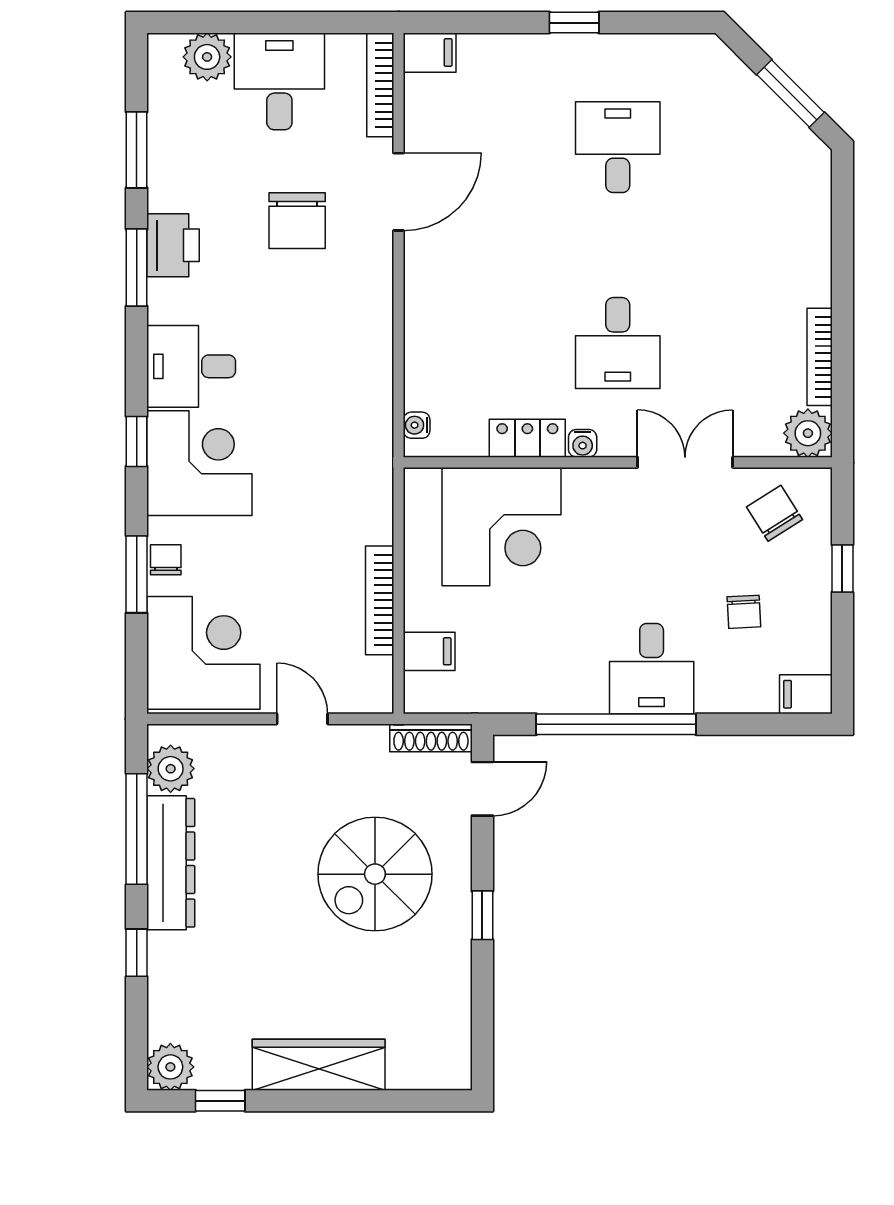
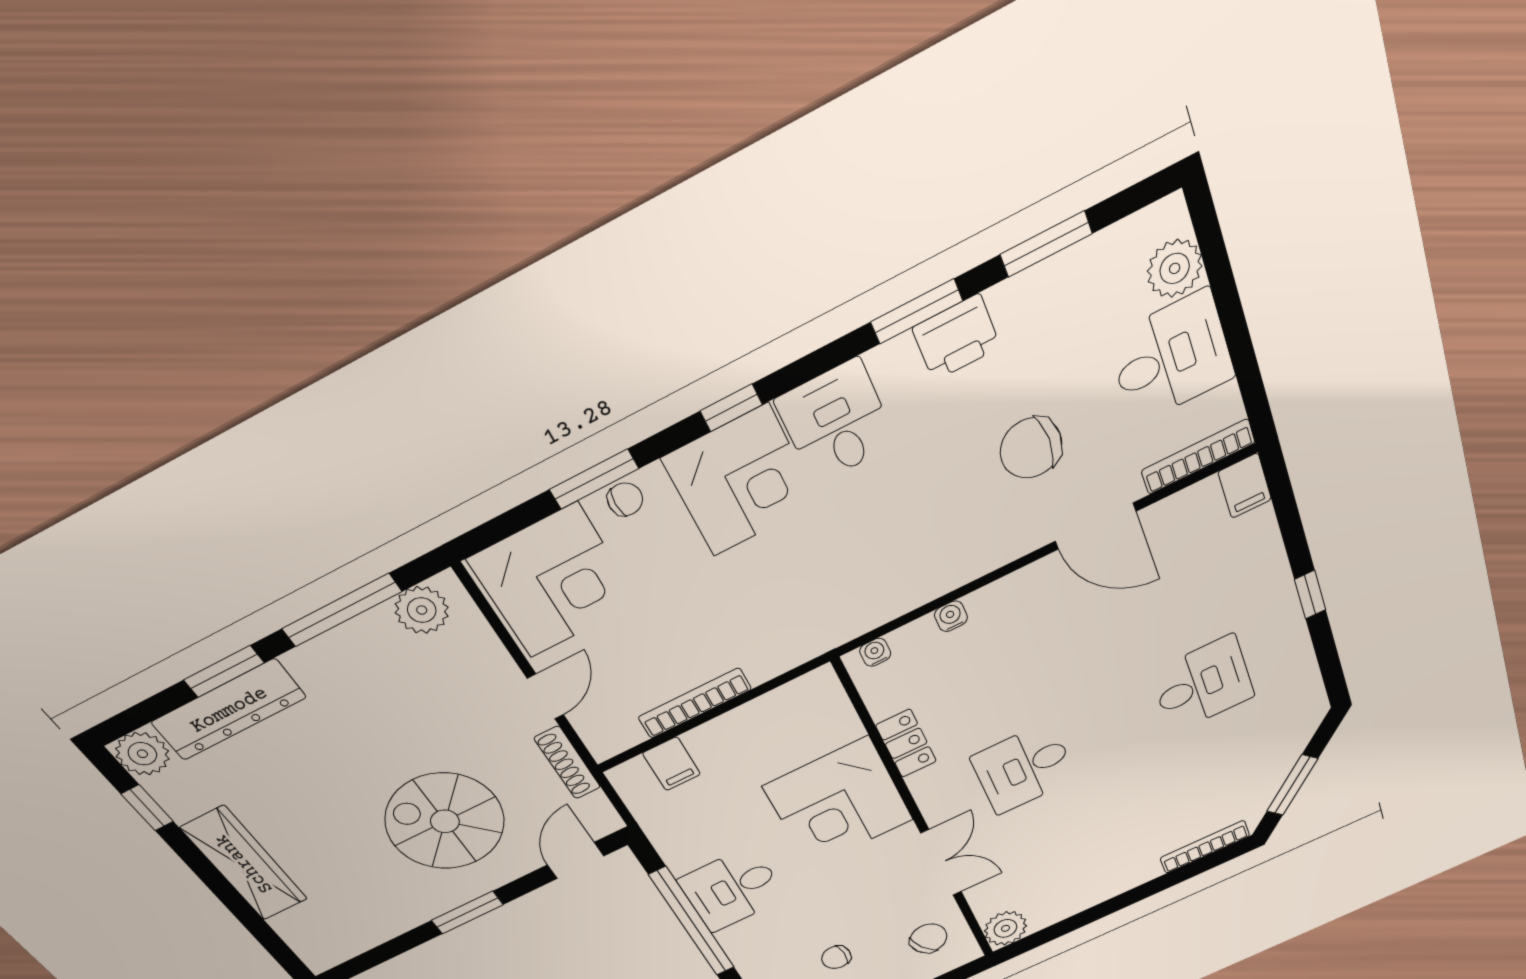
bookcase: (820, 357) -> (1205, 847), moved
water cooler: (583, 443) -> (951, 616), moved, turned 90
corner desk: (501, 527) -> (839, 803), moved
desk: (652, 669) -> (732, 889), moved
shoe rack: (431, 738) -> (567, 763), moved
door: (482, 789) -> (576, 860), swing flipped
dresser: (171, 863) -> (229, 710), moved
window: (482, 915) -> (467, 913), width x1.50
window: (137, 953) -> (224, 671), width x1.50

